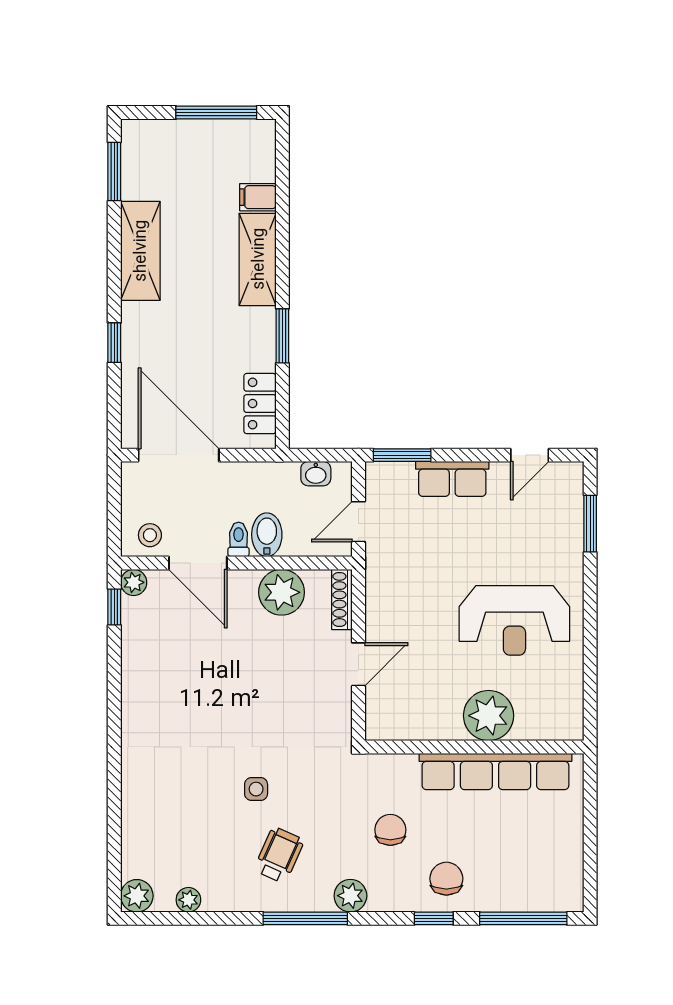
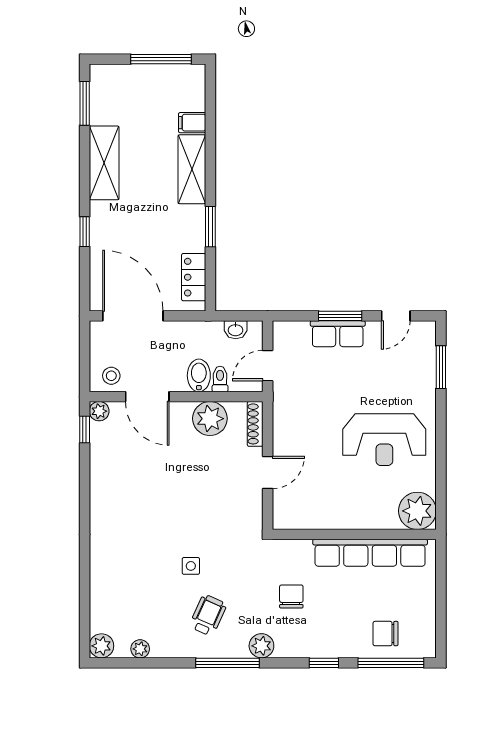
window: (402, 455) -> (340, 316), moved
toilet: (239, 539) -> (220, 379), moved
plant: (489, 716) -> (417, 511), moved
chair: (446, 879) -> (385, 634), moved, turned -90

